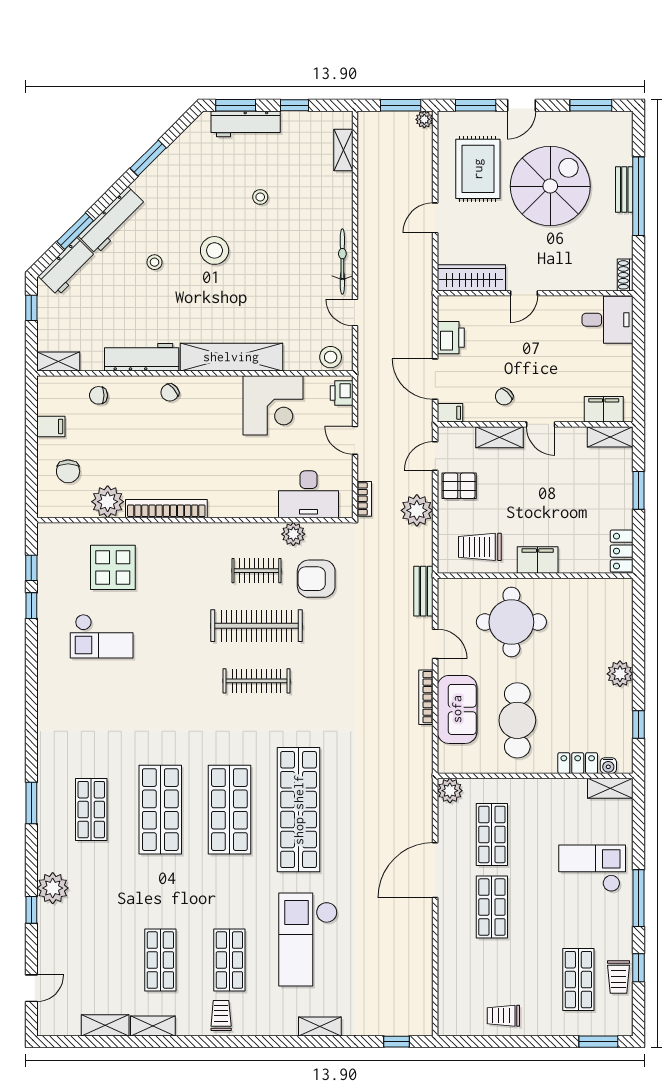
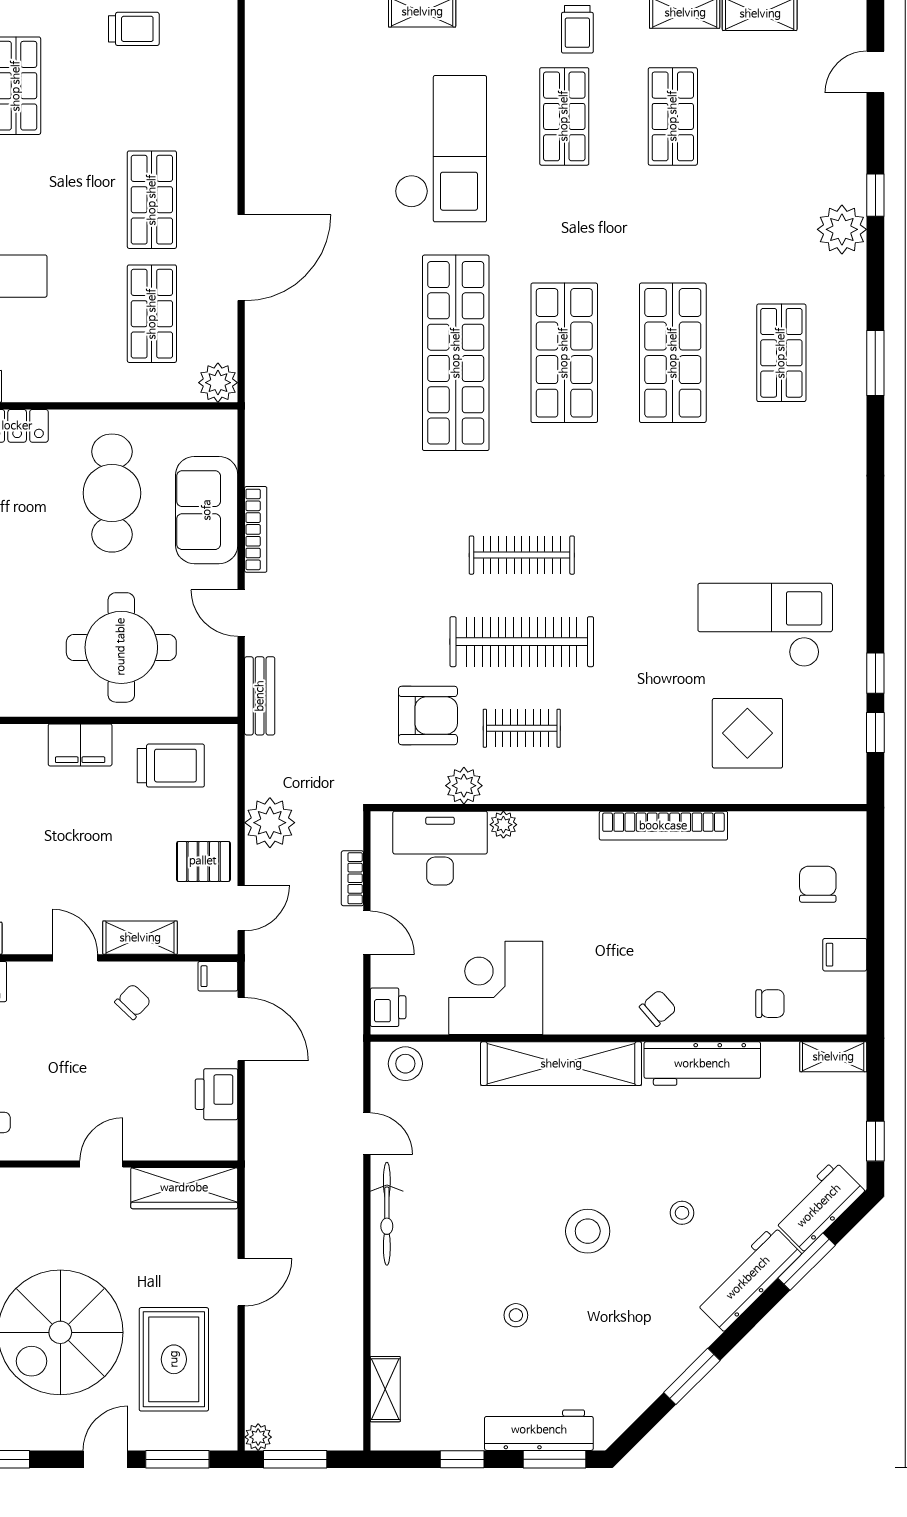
bookcase: (364, 499) -> (352, 878), moved
plant: (108, 502) -> (503, 825), moved, width x0.53, depth x0.53
checkout: (102, 636) -> (765, 625), width x1.36, depth x1.21

